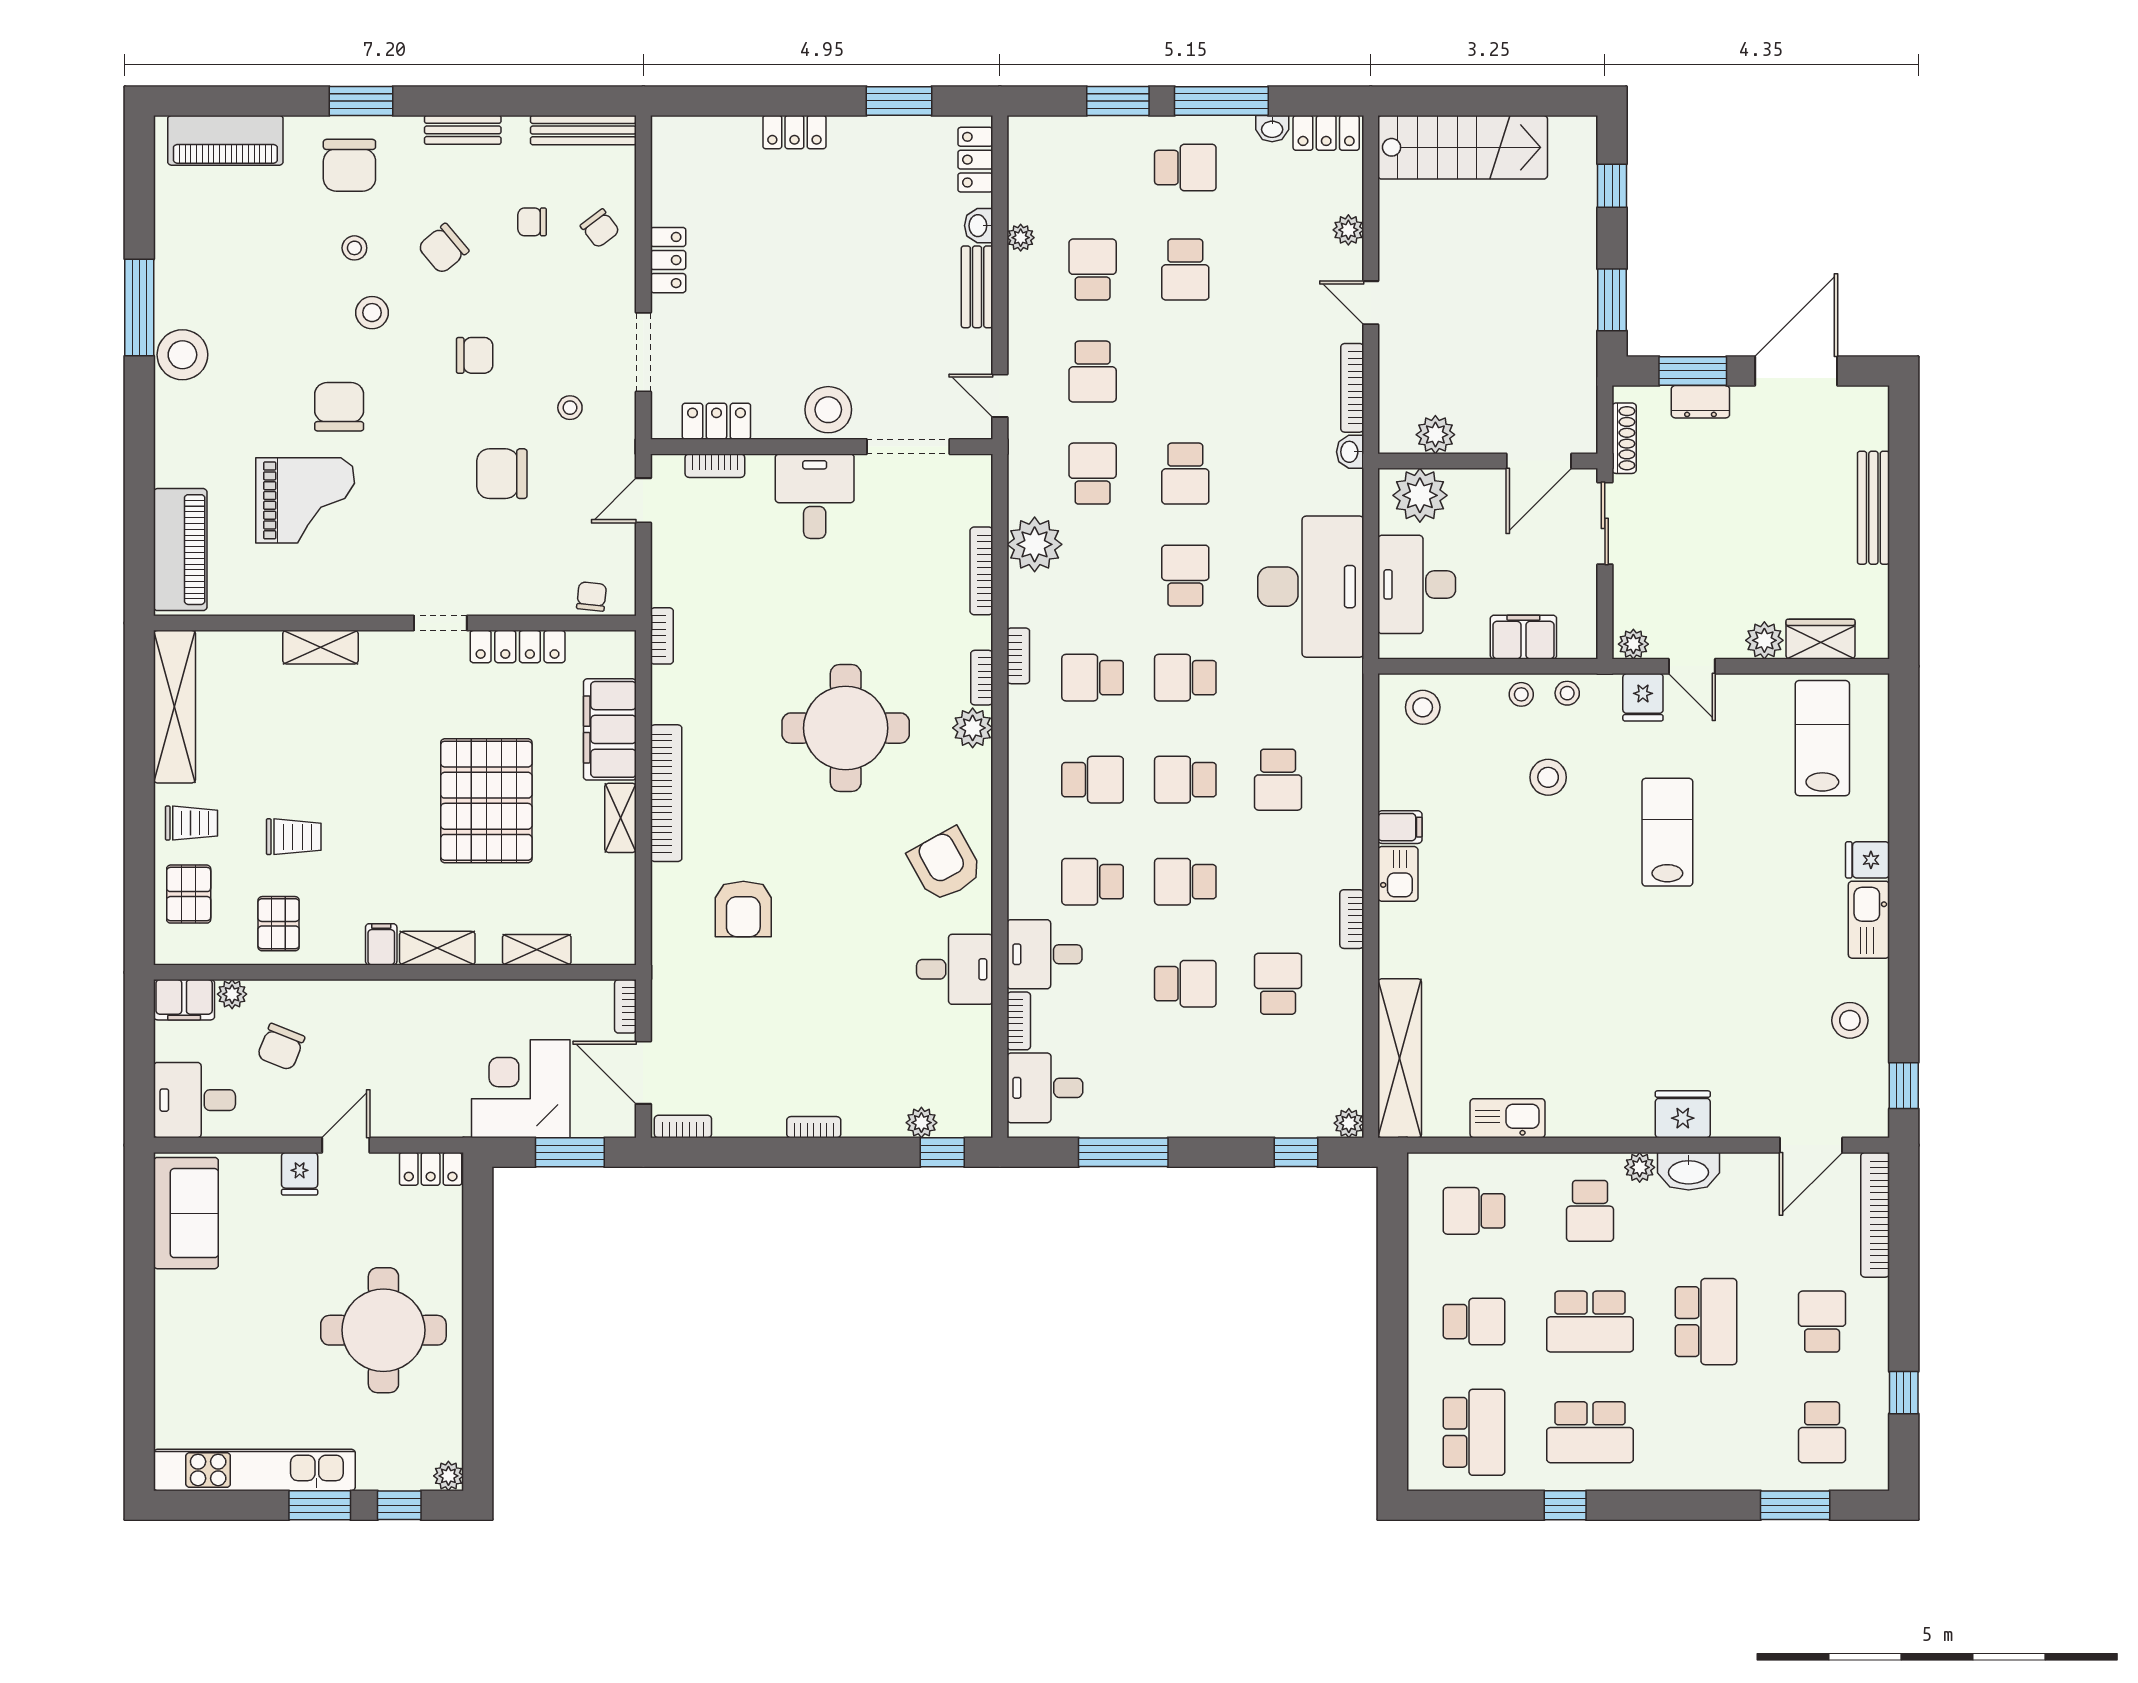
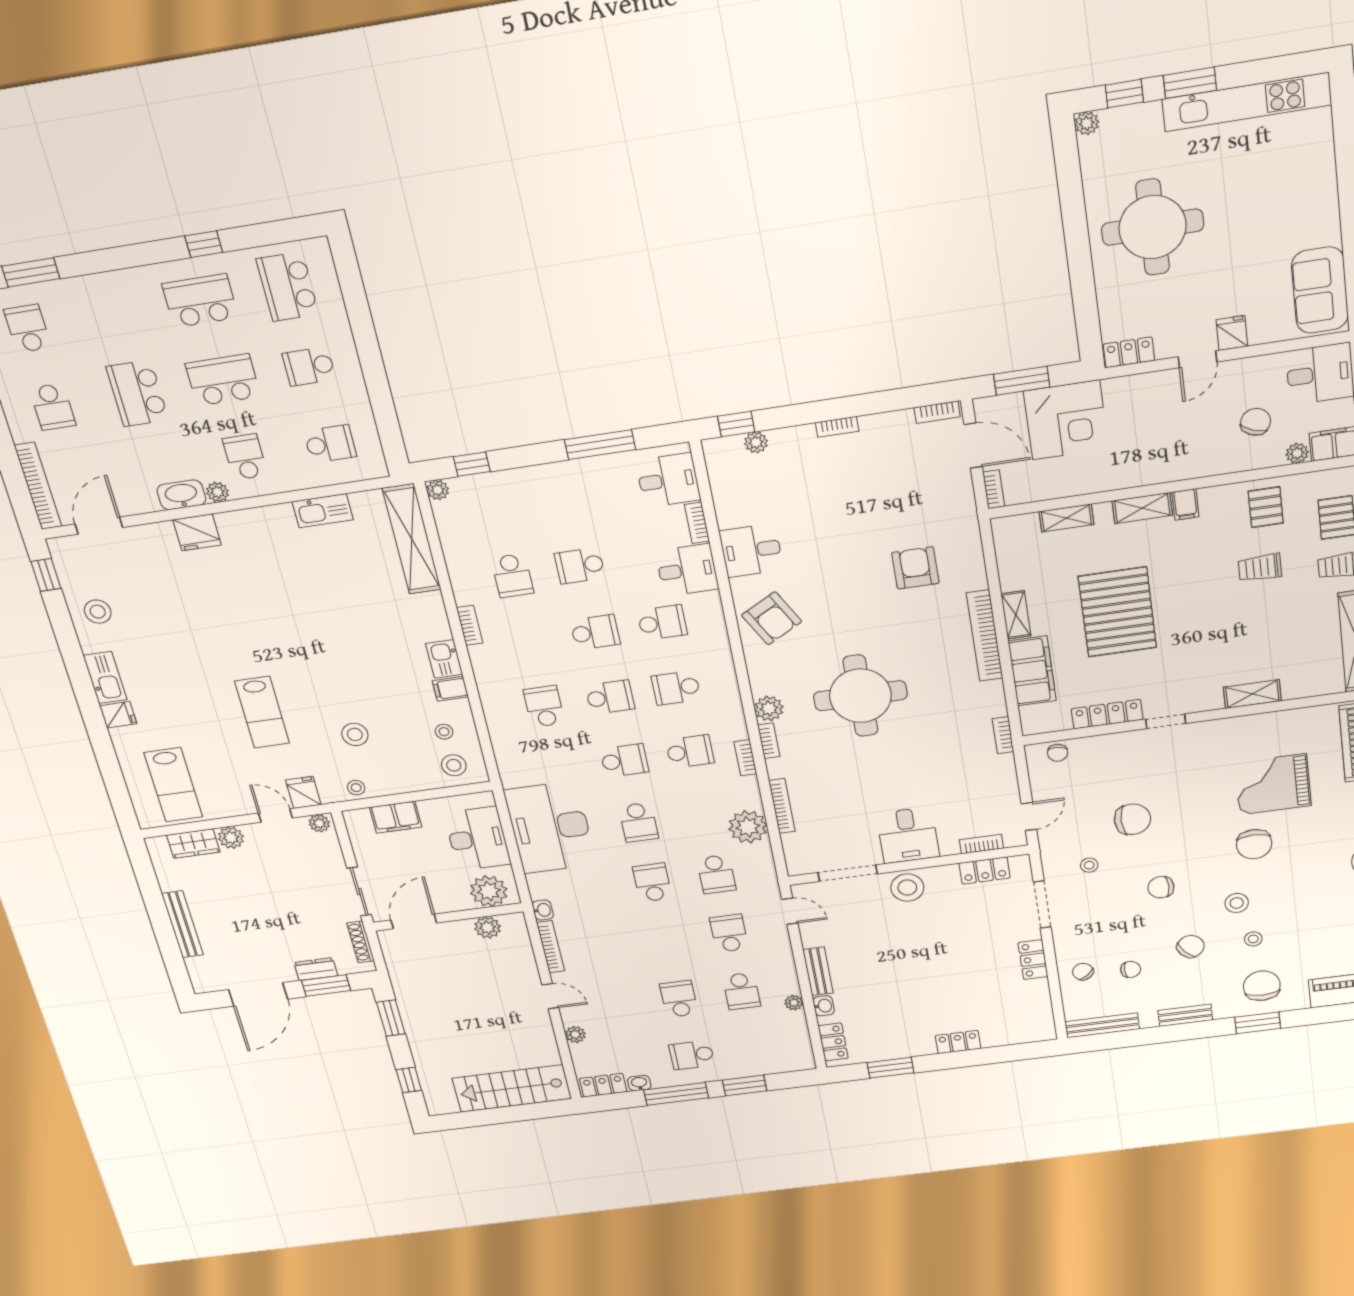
stool: (1521, 694) -> (444, 732), moved

